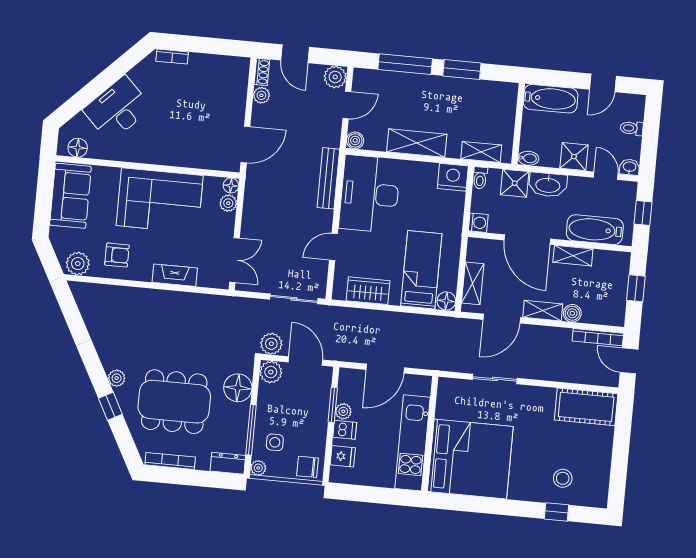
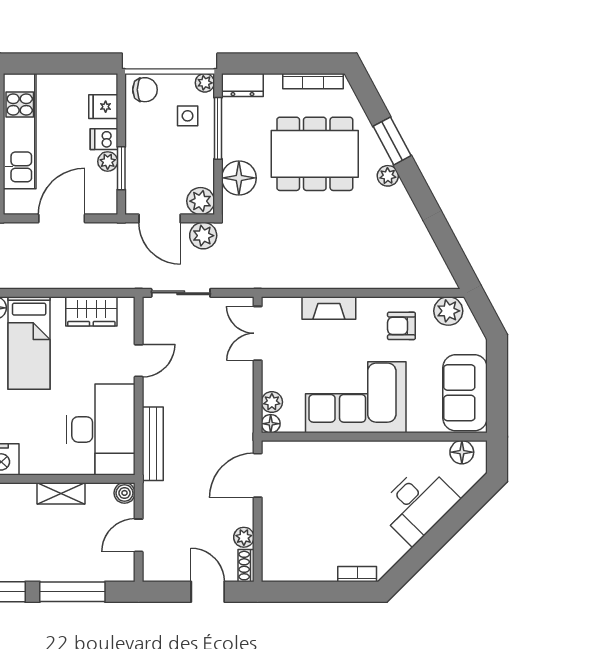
plant: (335, 77) -> (156, 568), removed
shelving: (417, 143) -> (61, 493), width x0.67, depth x0.75
window: (110, 406) -> (392, 141), width x1.50

